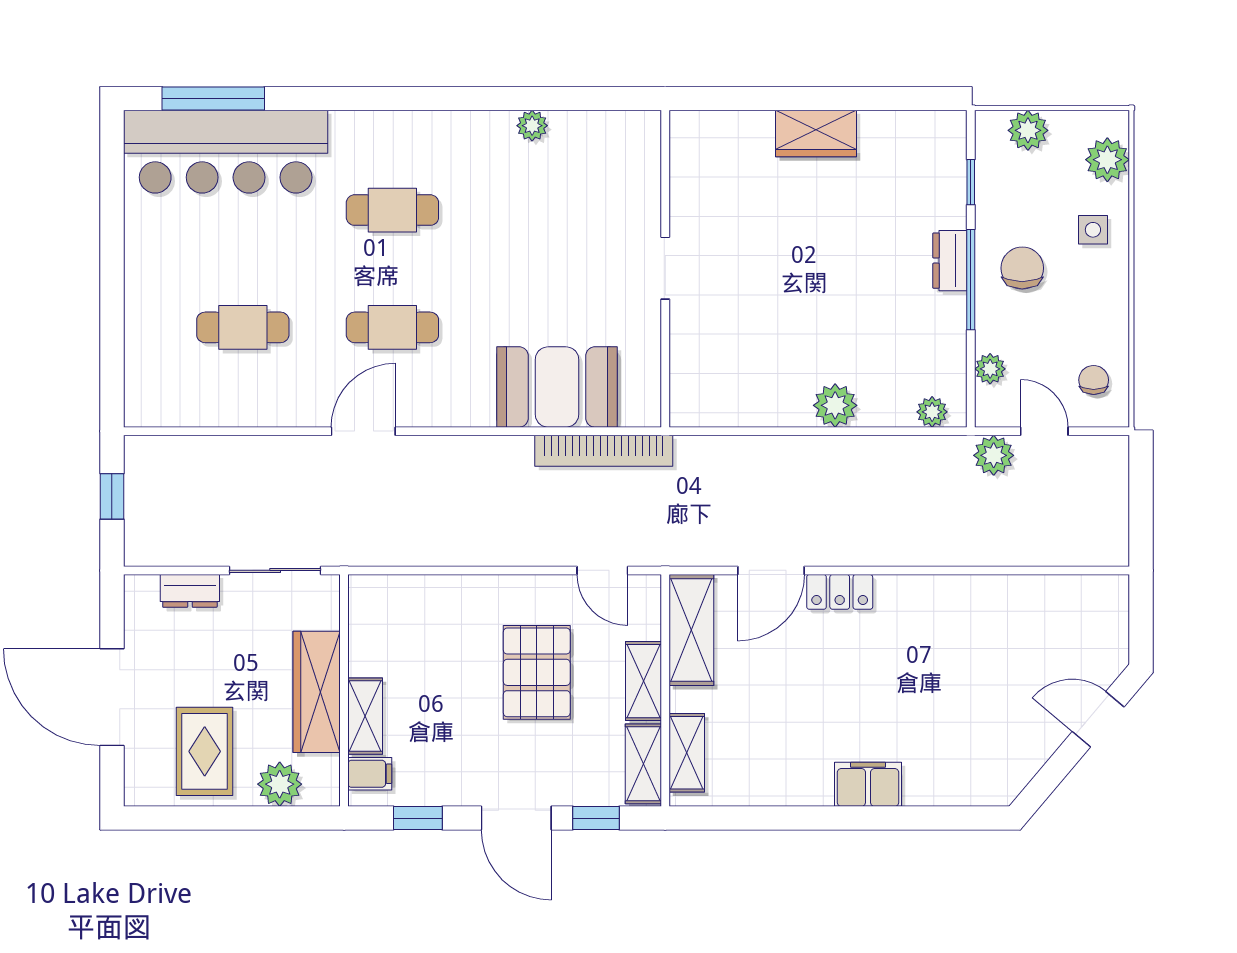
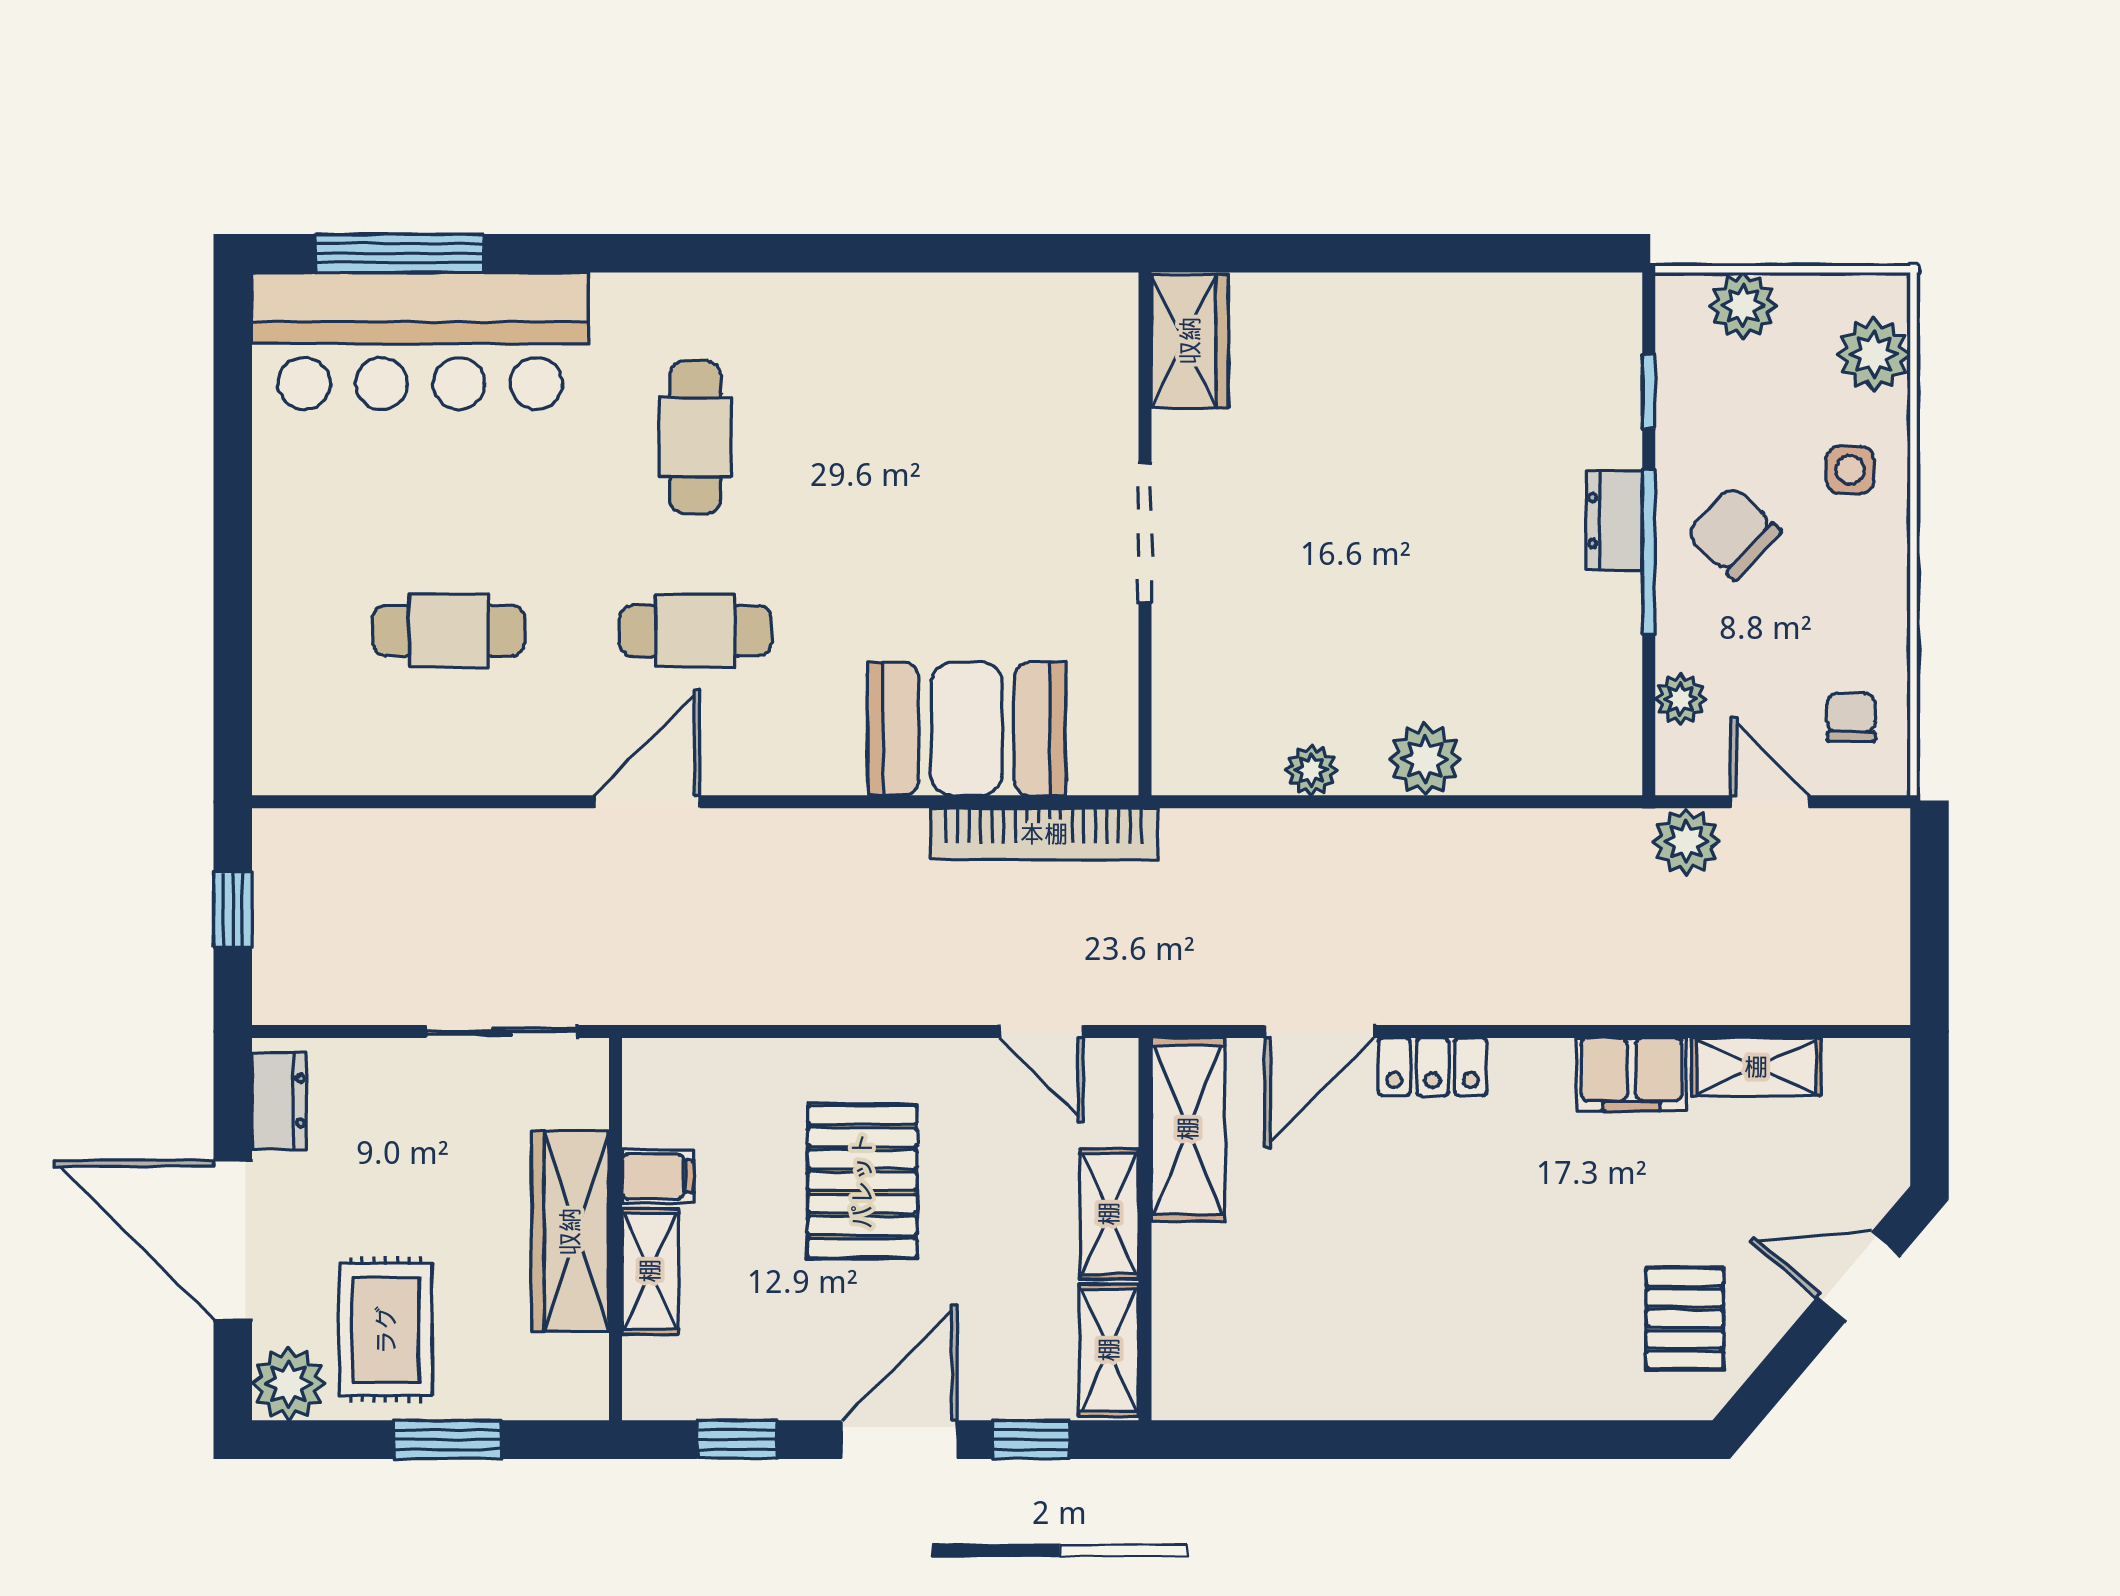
plant: (532, 126) -> (925, 298), removed
wardrobe: (816, 133) -> (1190, 341), moved, turned -90
cafe table: (392, 210) -> (695, 437), turned 90
doorway: (665, 268) -> (1145, 533), width x1.38
chair: (1022, 268) -> (1733, 533), turned -47
plant: (932, 412) -> (1311, 770), moved
dresser: (190, 591) -> (279, 1101), moved, turned -90
pallet: (537, 672) -> (862, 1181), moved
pallet: (993, 745) -> (1685, 1319), added
shelving: (687, 753) -> (1756, 1067), moved, turned 90
filing cabinet: (370, 774) -> (658, 1176), moved
plant: (280, 784) -> (289, 1384), moved
filing cabinet: (868, 784) -> (1631, 1074), moved, turned 180
window: (242, 818) -> (448, 1440), added
door: (516, 818) -> (899, 1440), swing flipped

